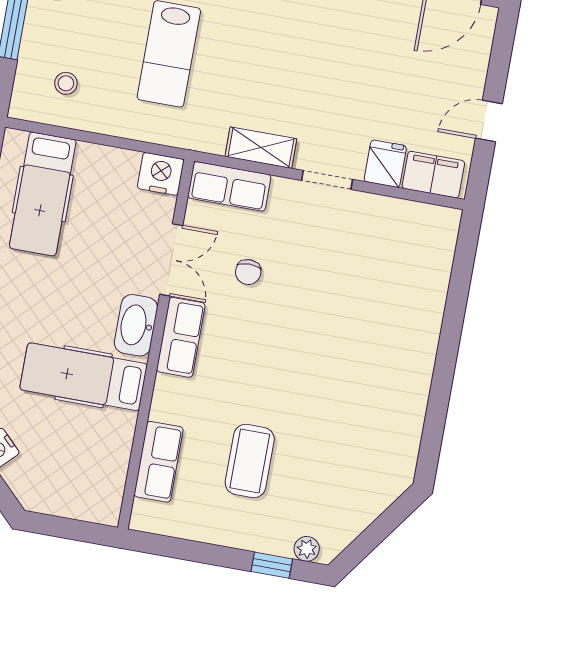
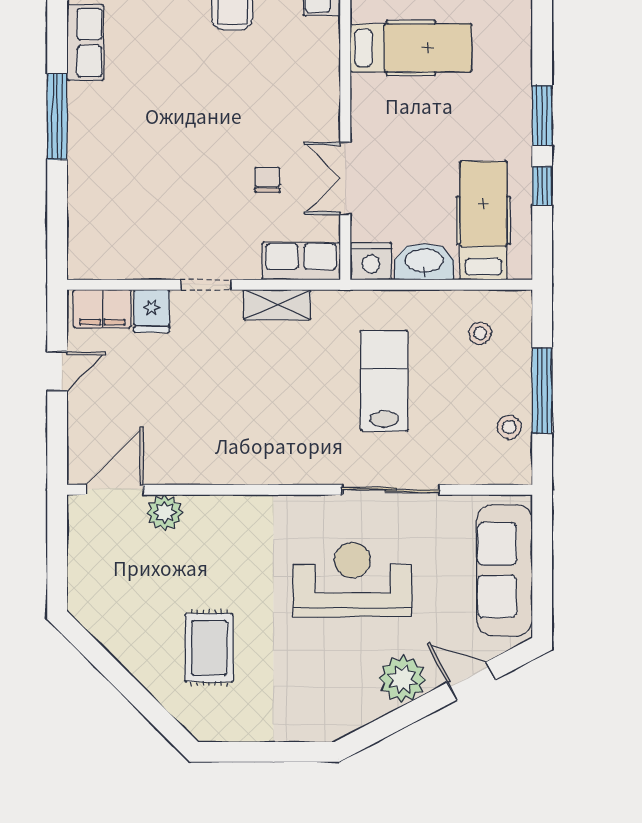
washbasin: (136, 325) -> (424, 262), moved, turned -90
row of seats: (181, 337) -> (85, 43), moved, turned 180
window: (444, 372) -> (57, 116), added

